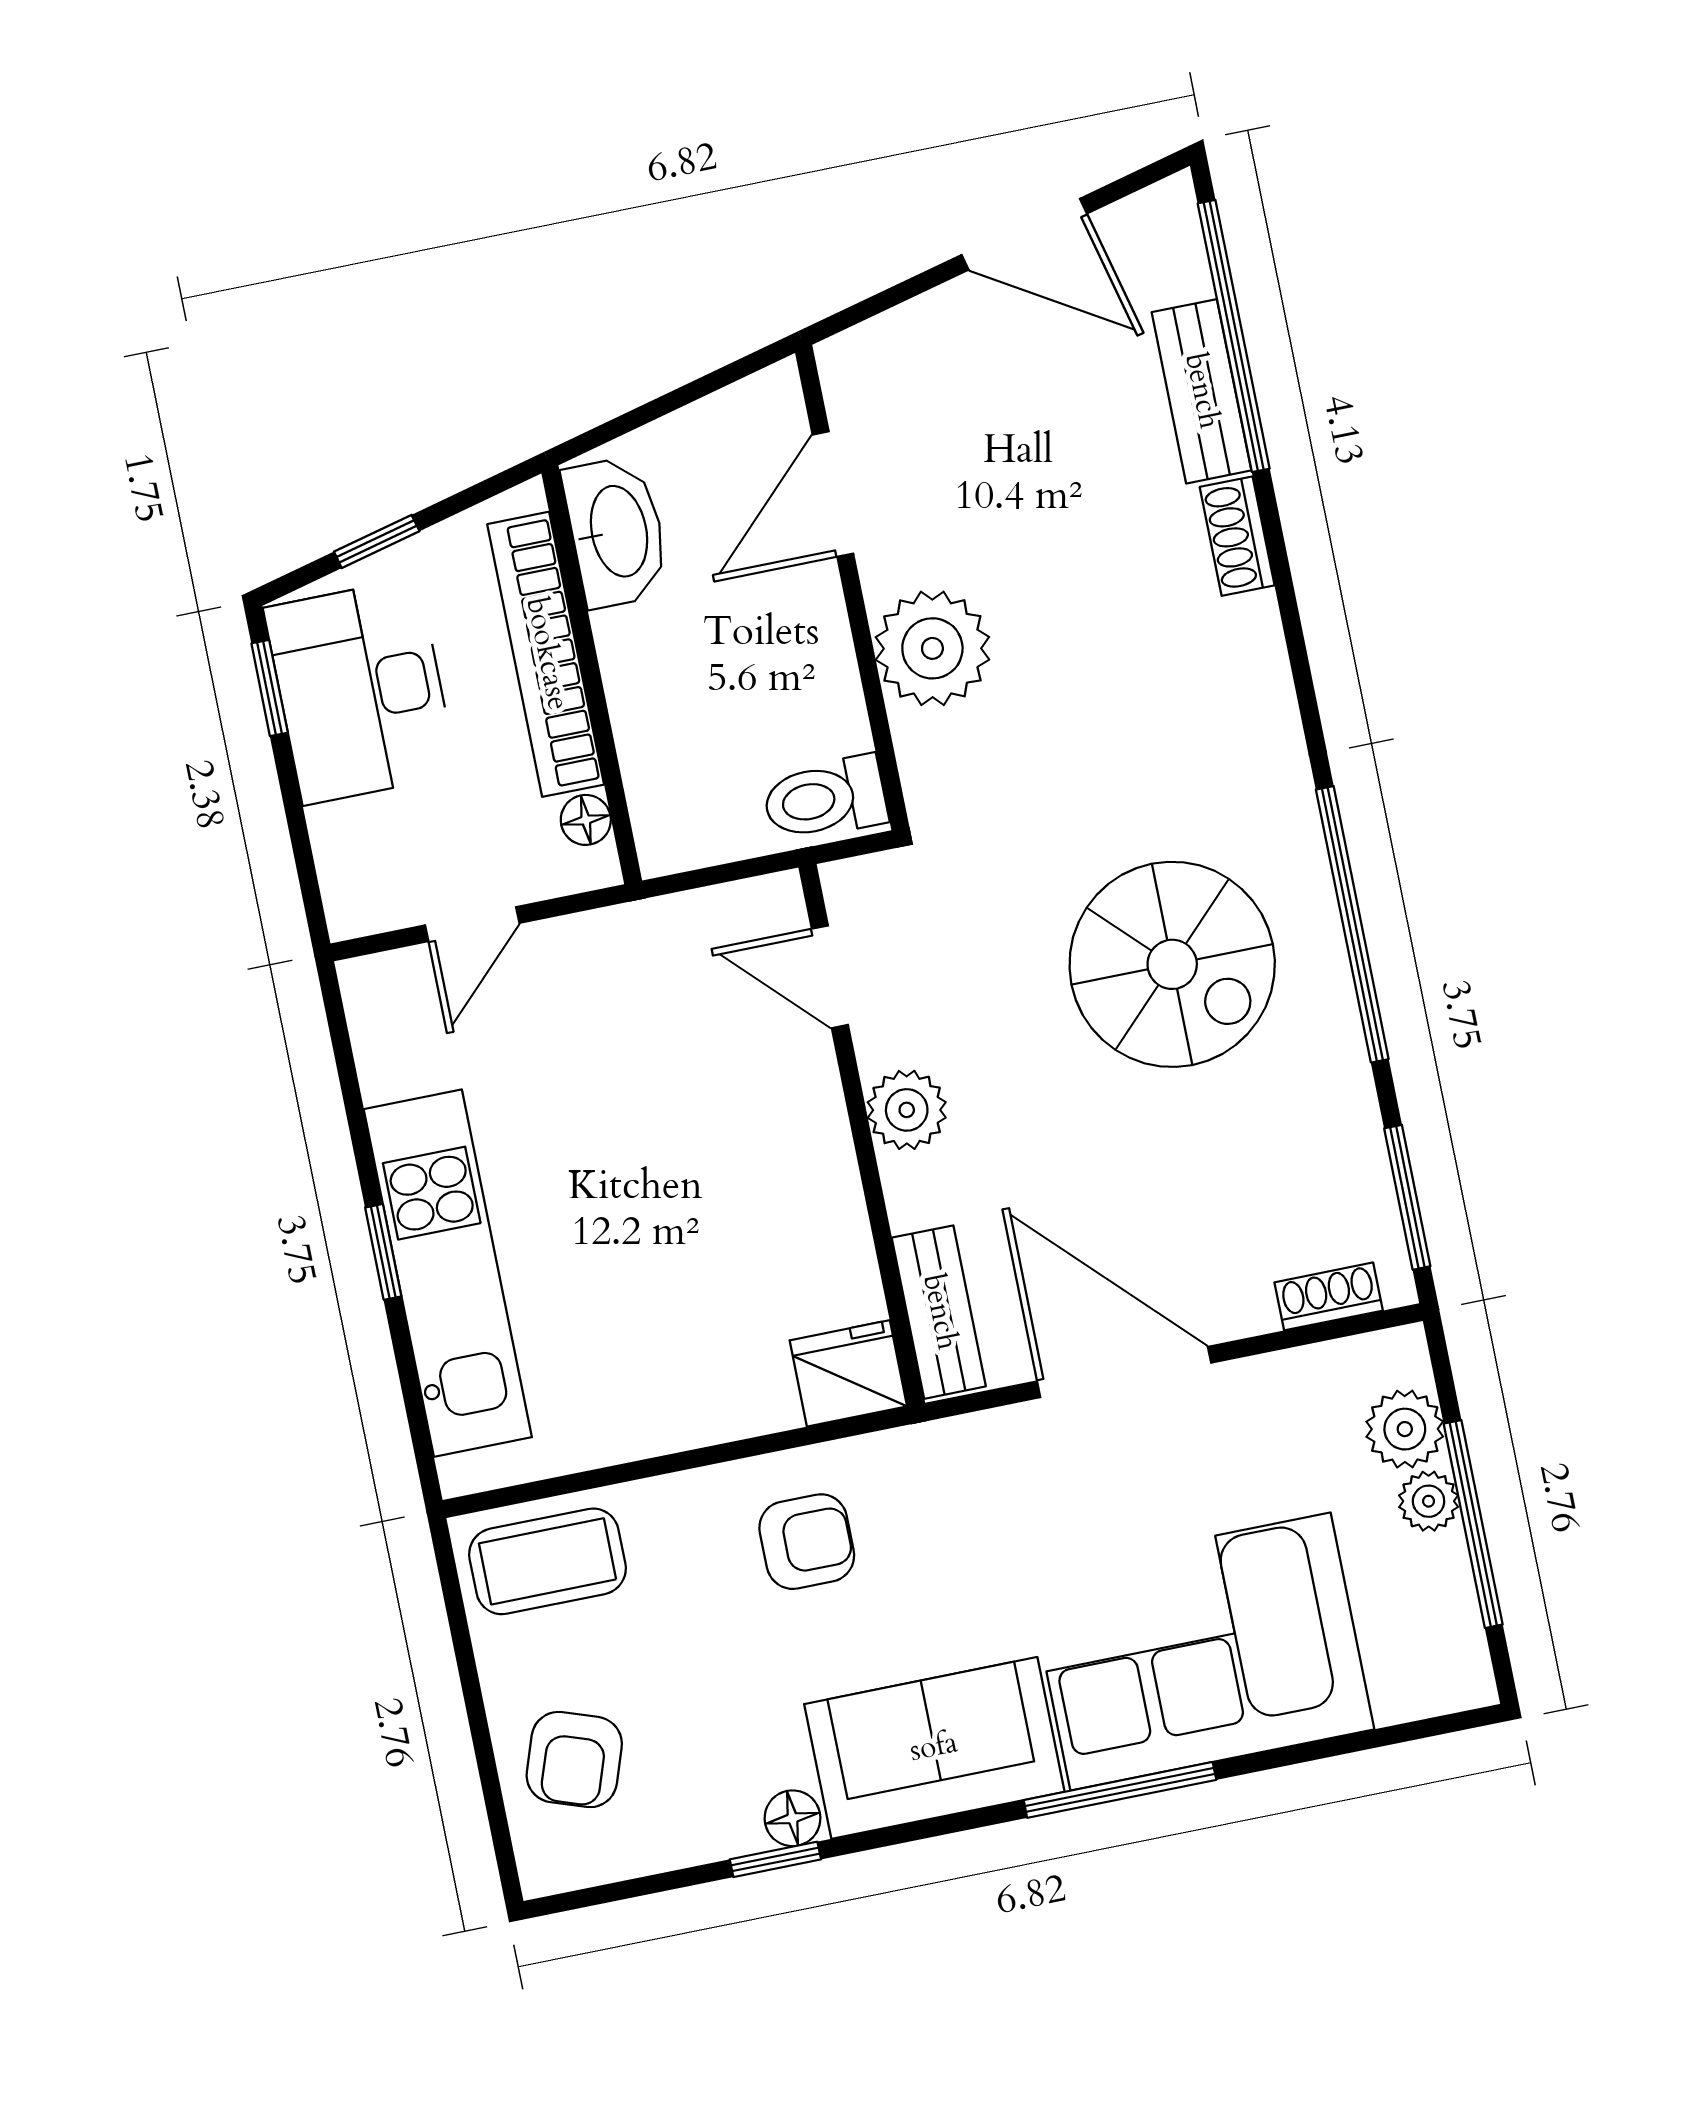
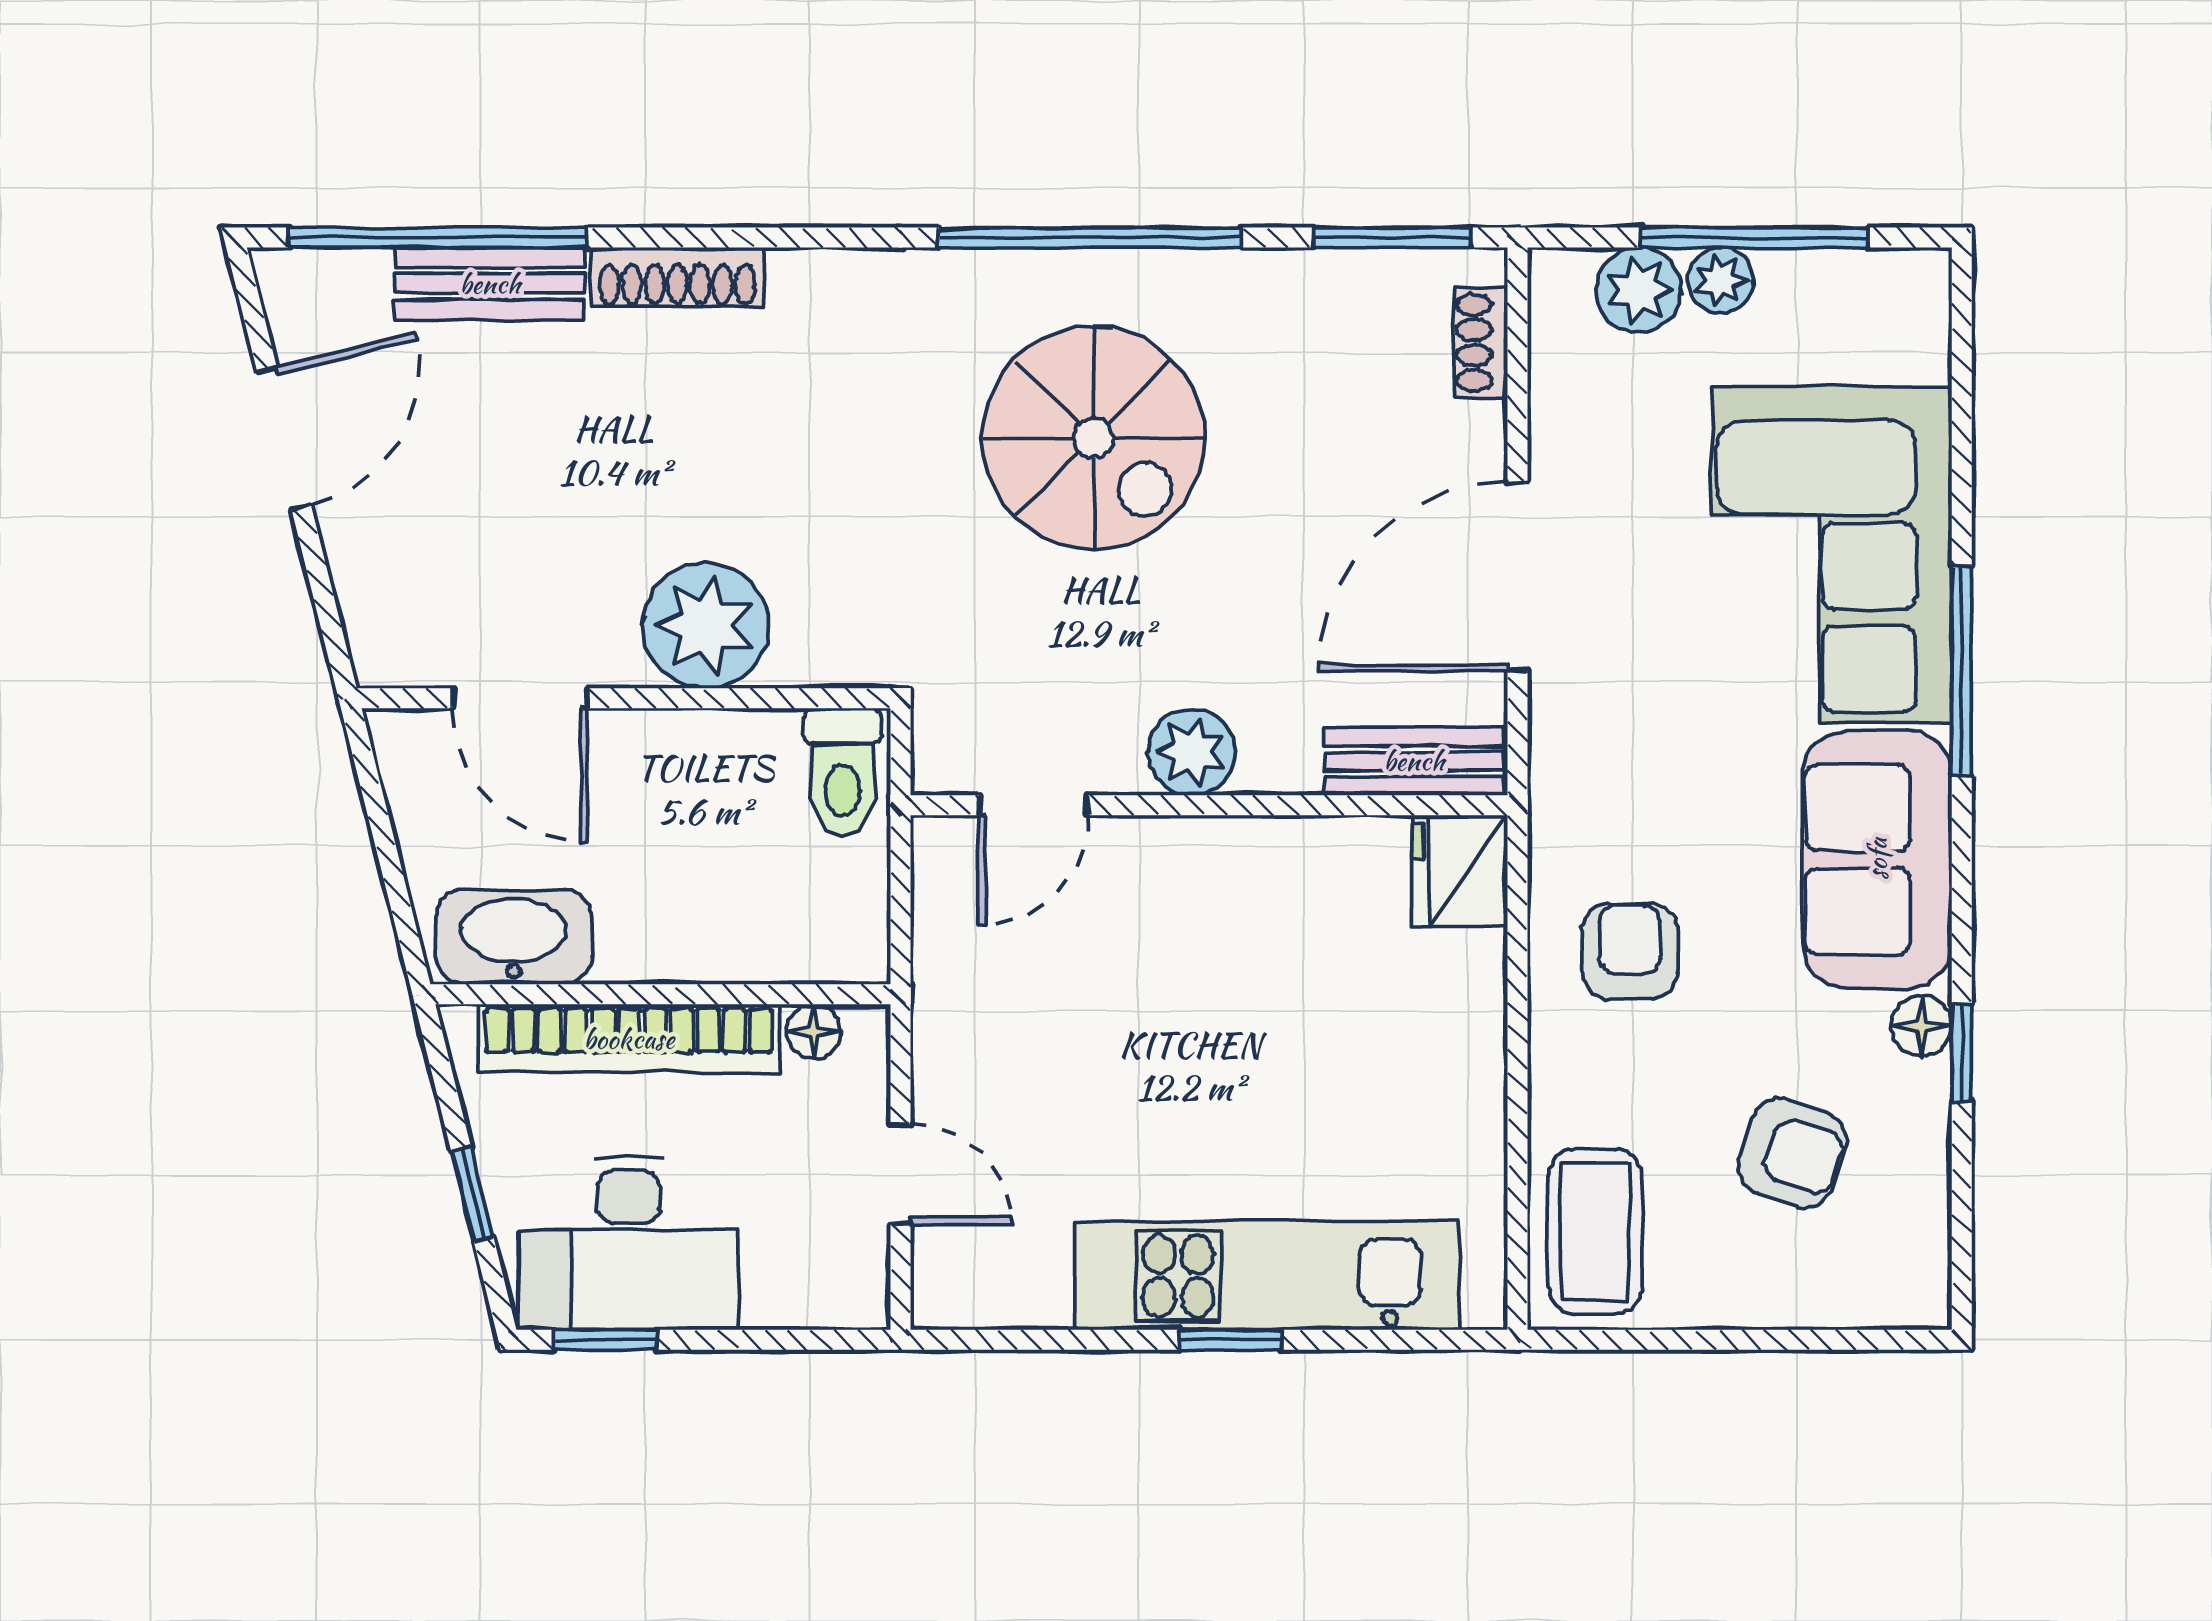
shoe rack: (1237, 536) -> (677, 277), width x1.43
spiral stairs: (1172, 964) -> (1094, 438), turned 90
armchair: (574, 1760) -> (1792, 1153), moved

